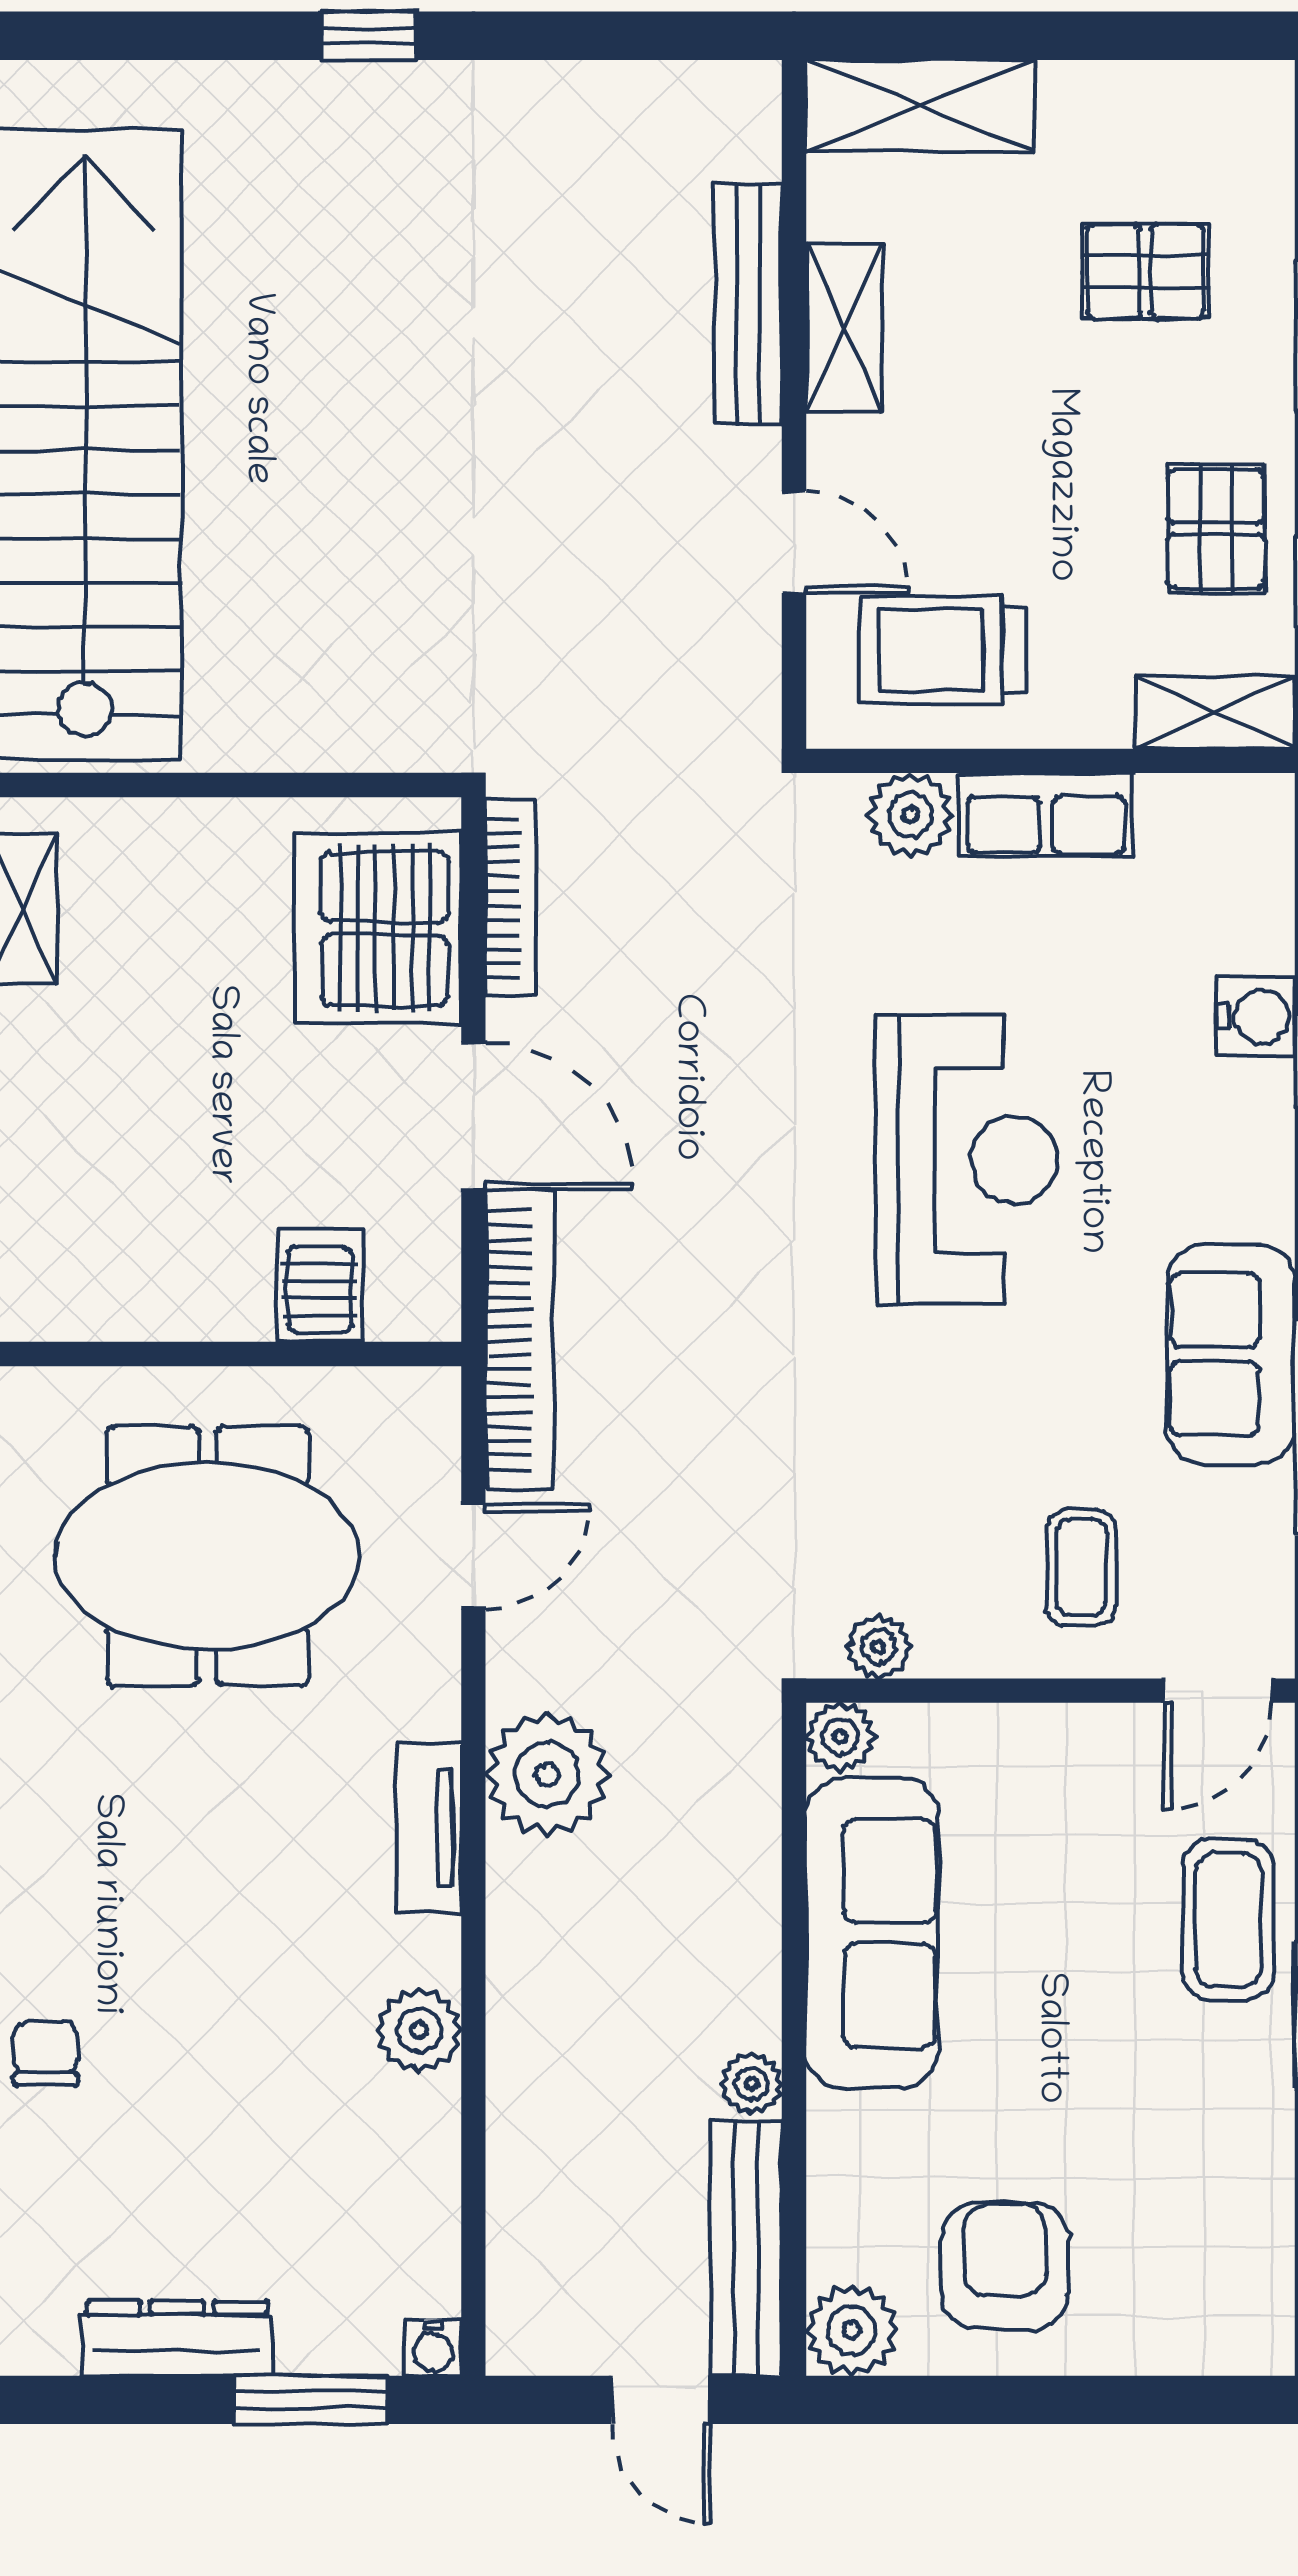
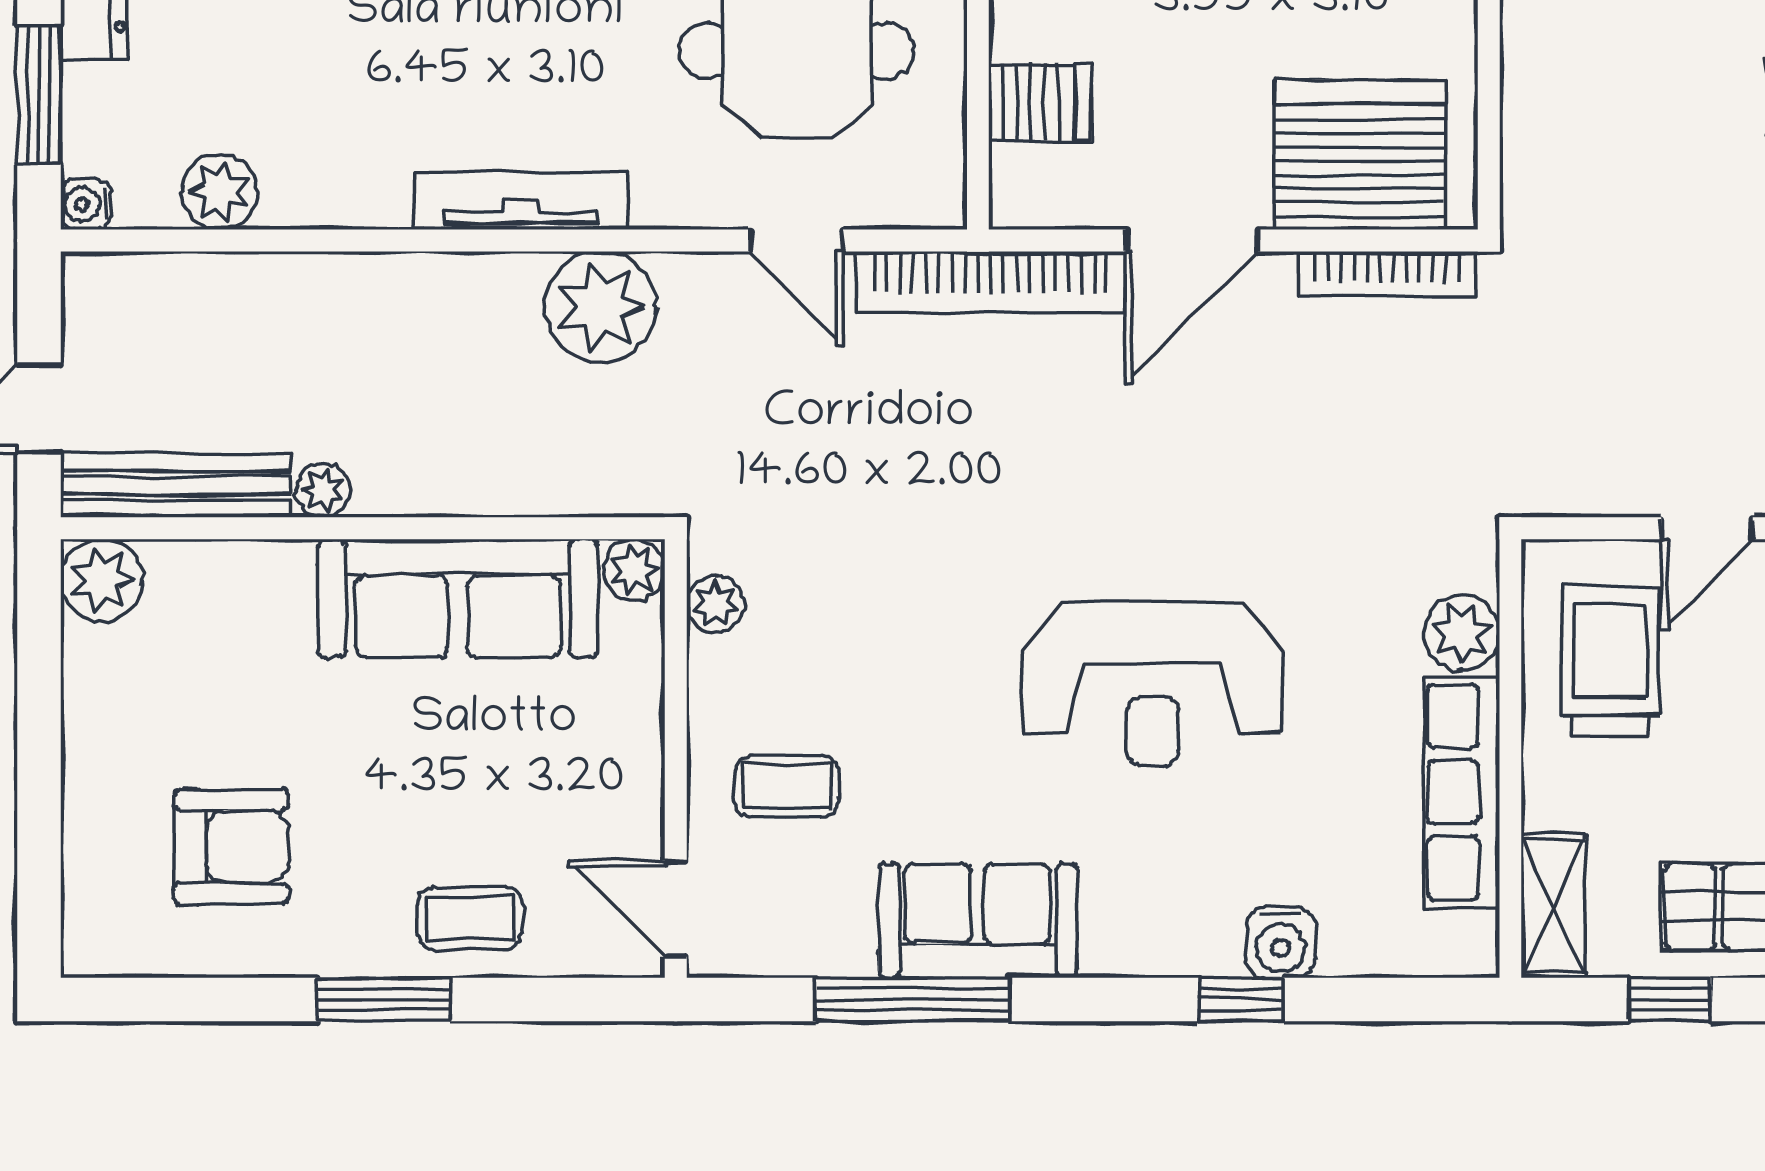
row of seats: (1046, 815) -> (1462, 792), width x1.48
tv unit: (429, 1828) -> (521, 201), width x1.41
coffee table: (1228, 1920) -> (470, 918), width x0.73, depth x0.77
plant: (419, 2030) -> (220, 192), moved
armchair: (1004, 2266) -> (231, 847), moved

